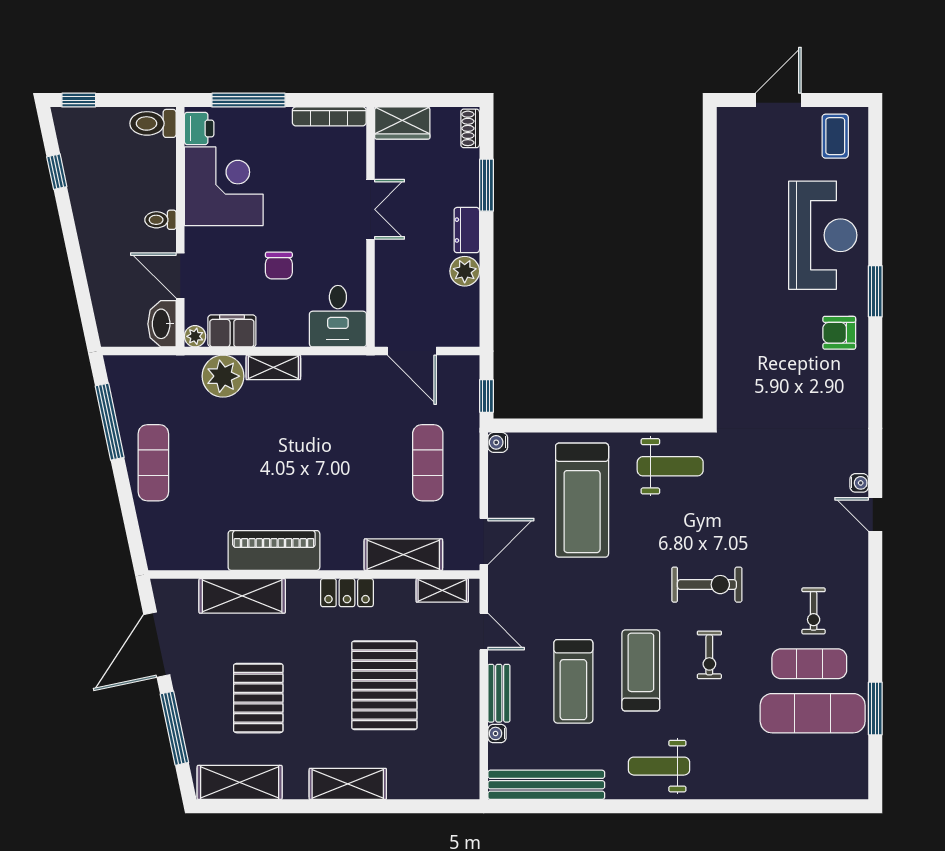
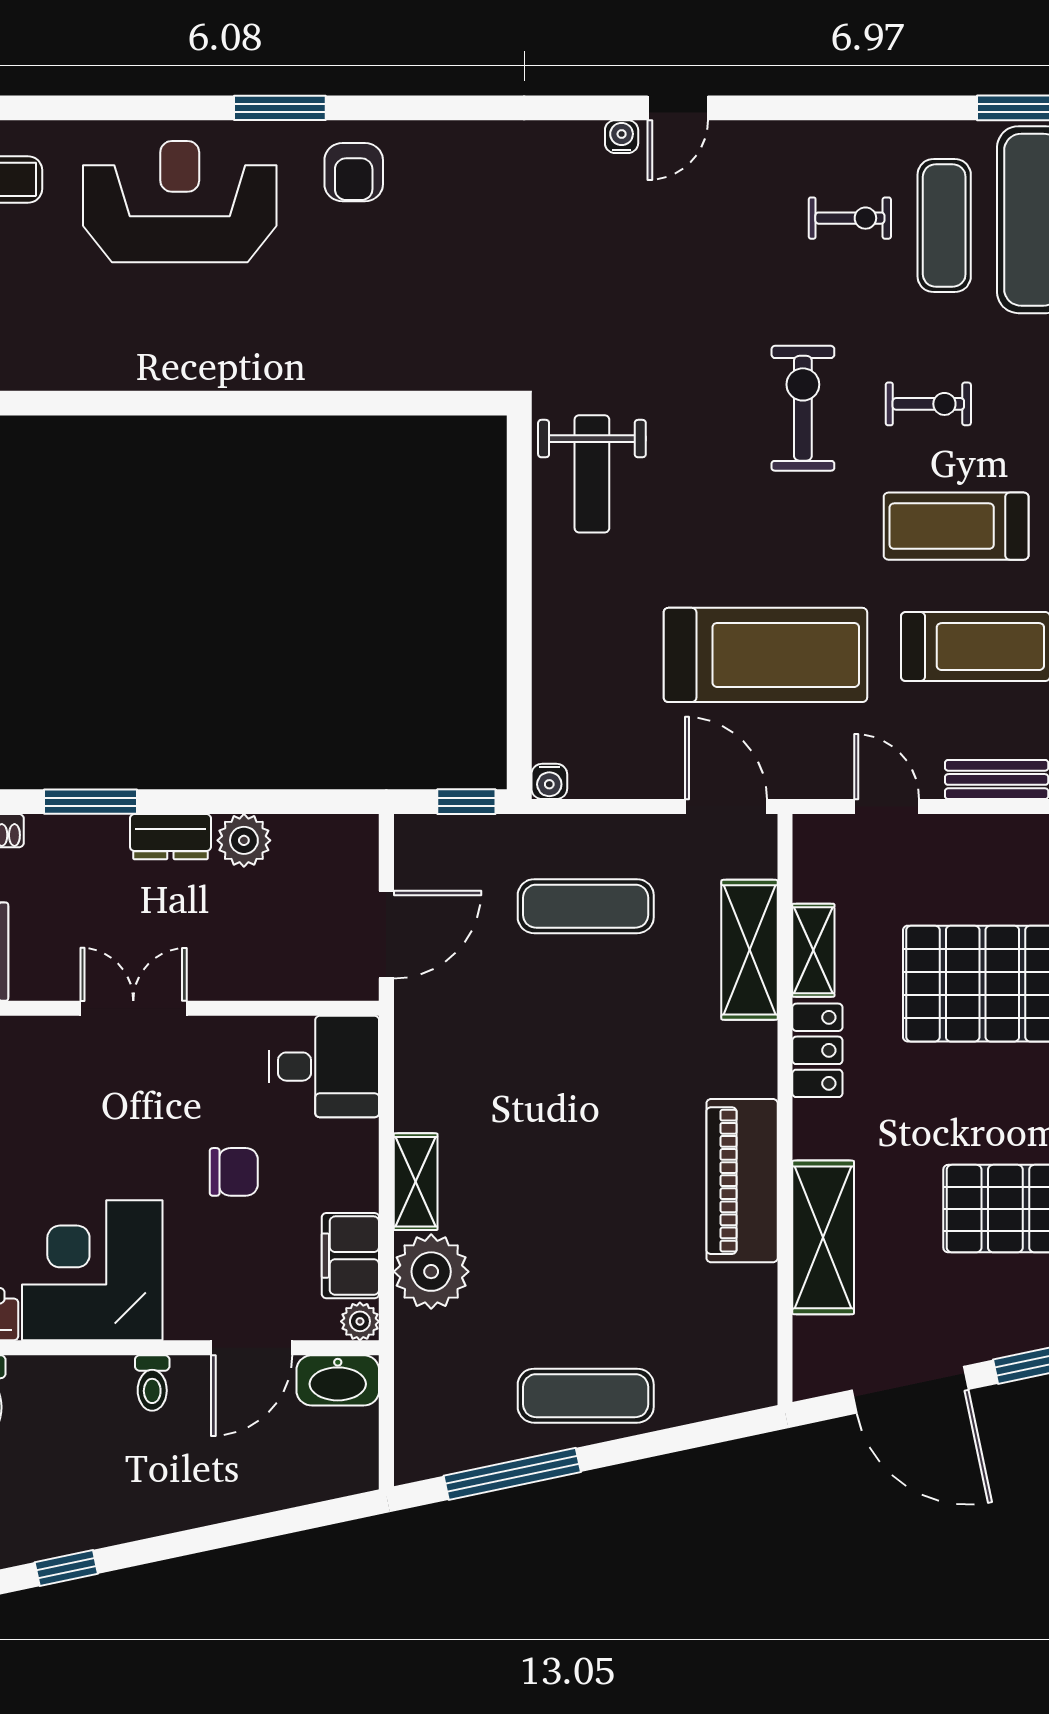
weight bench: (670, 466) -> (592, 474), turned 180
treadmill: (582, 500) -> (765, 655), moved
shelving: (442, 590) -> (813, 950), moved
door: (484, 632) -> (887, 807), hinge flipped

